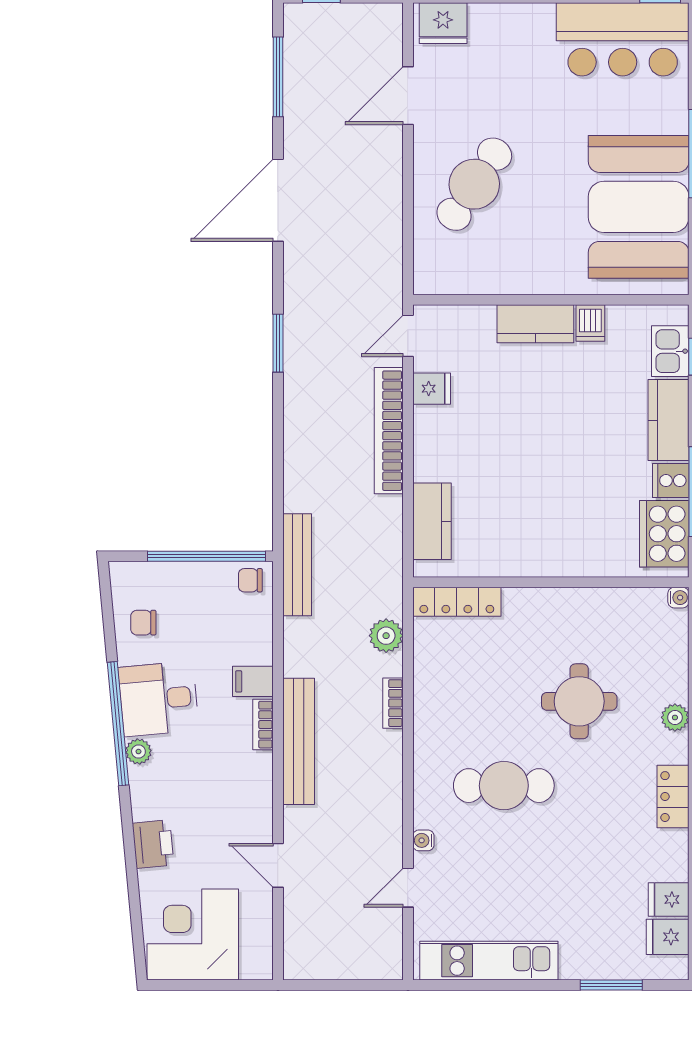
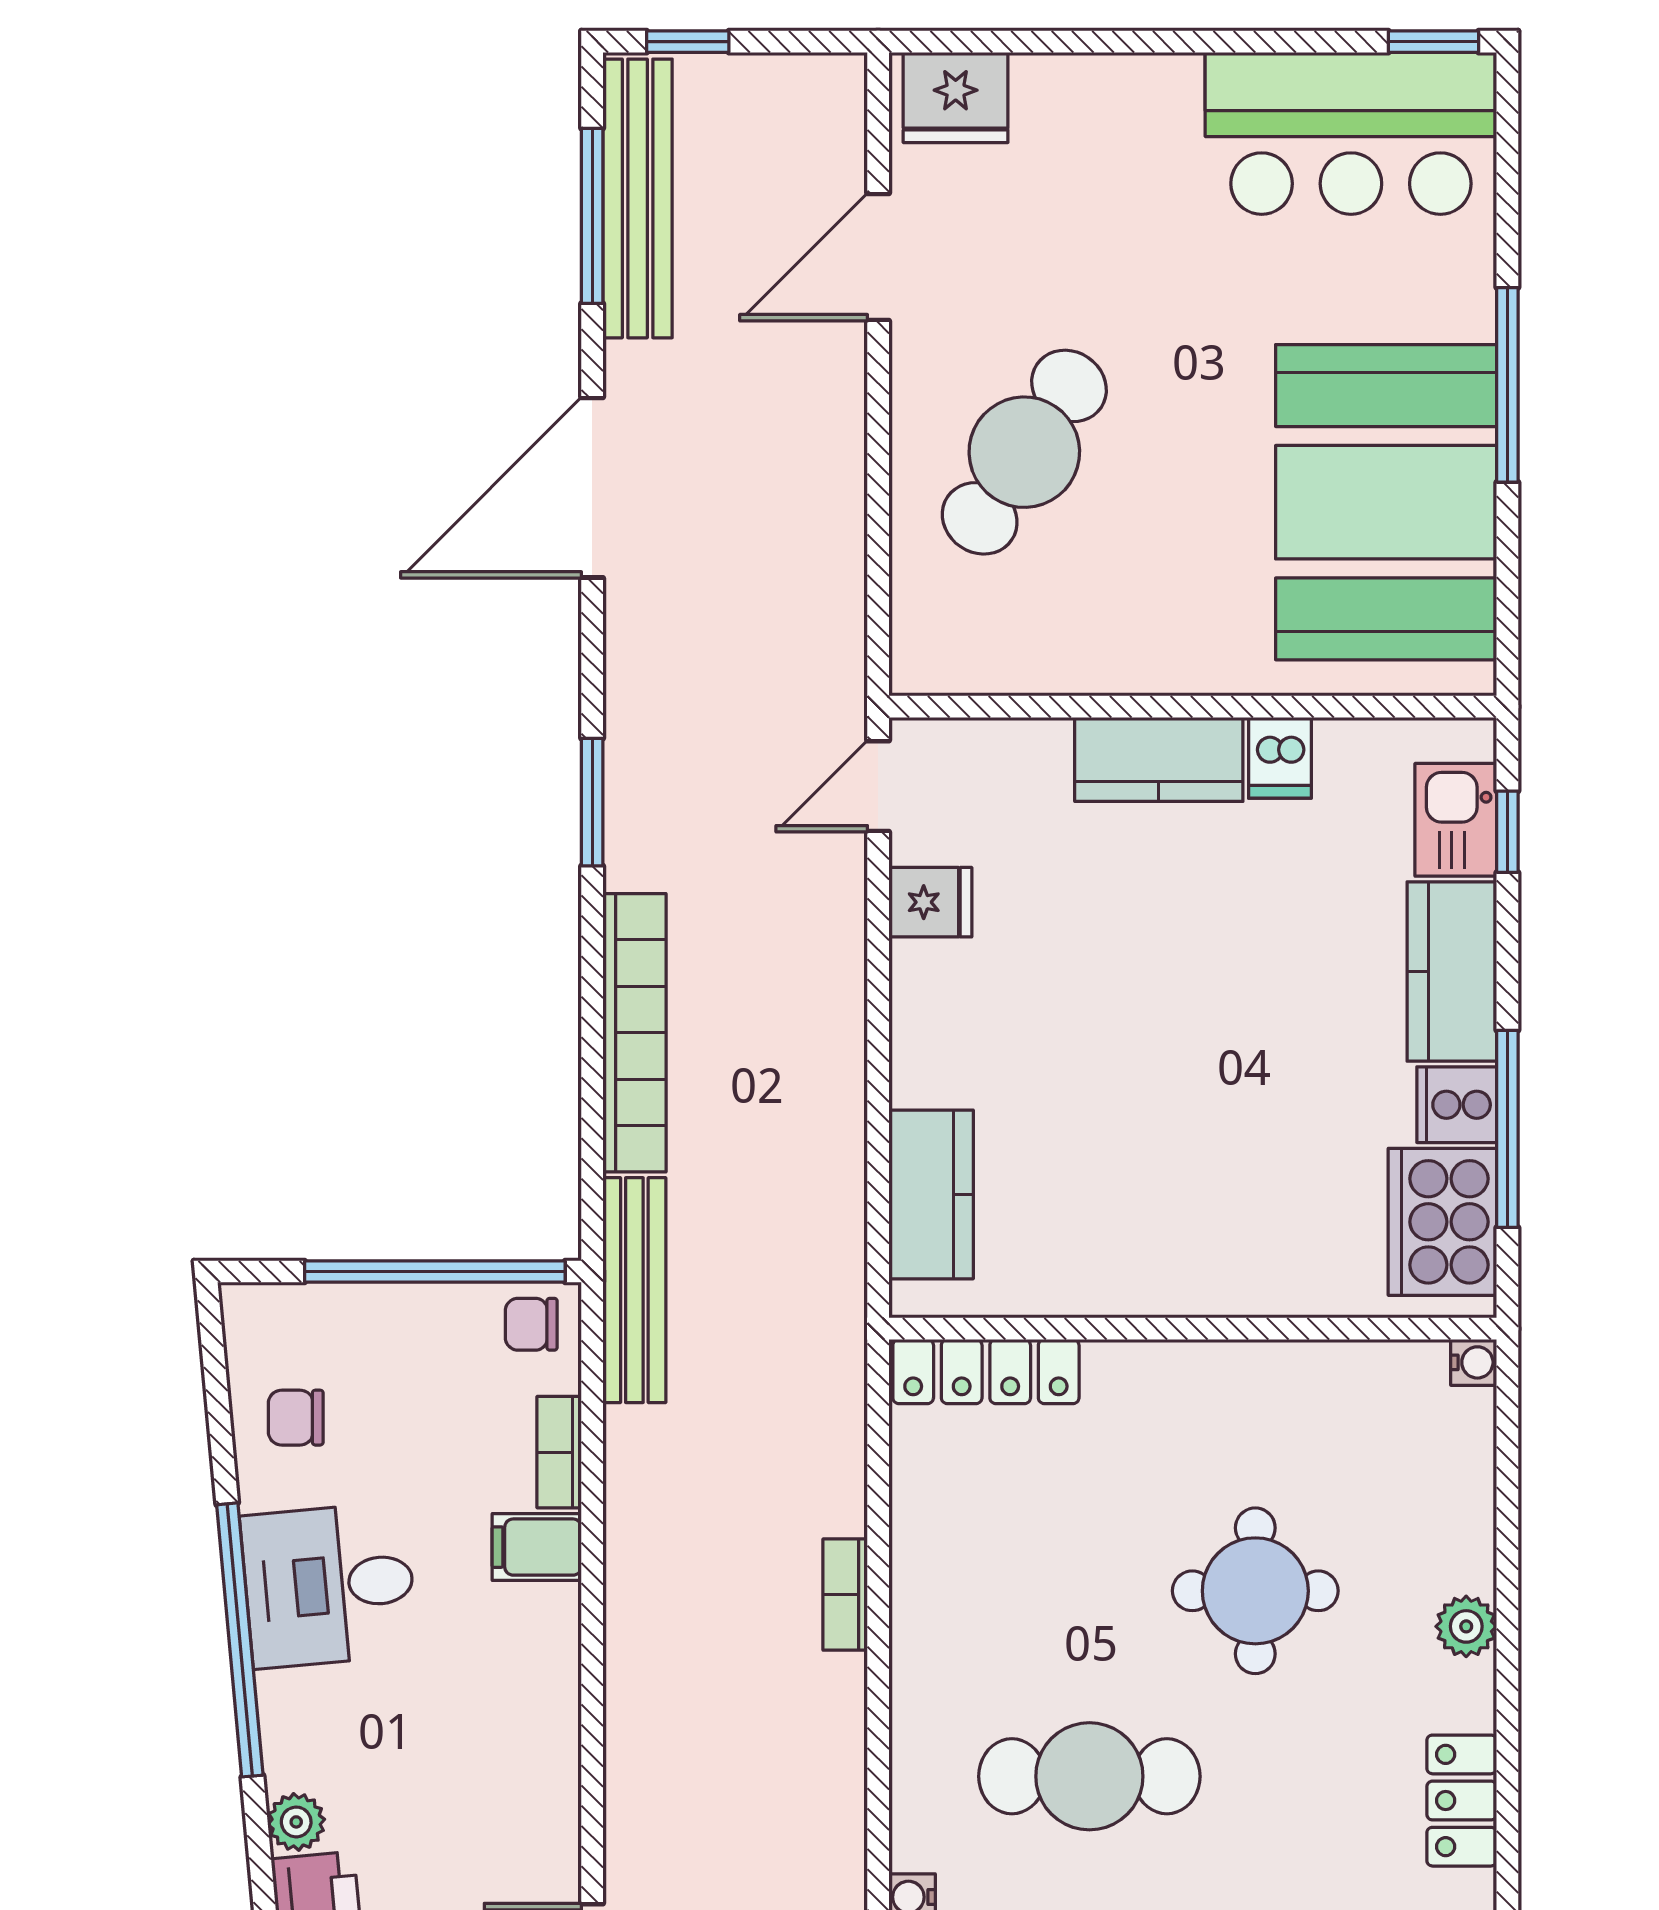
bookcase: (389, 431) -> (634, 1033), moved, turned 180
plant: (386, 636) -> (830, 1446), removed
bookcase: (263, 725) -> (559, 1452), moved
bench: (299, 741) -> (638, 198), moved
plant: (138, 751) -> (296, 1822), moved

